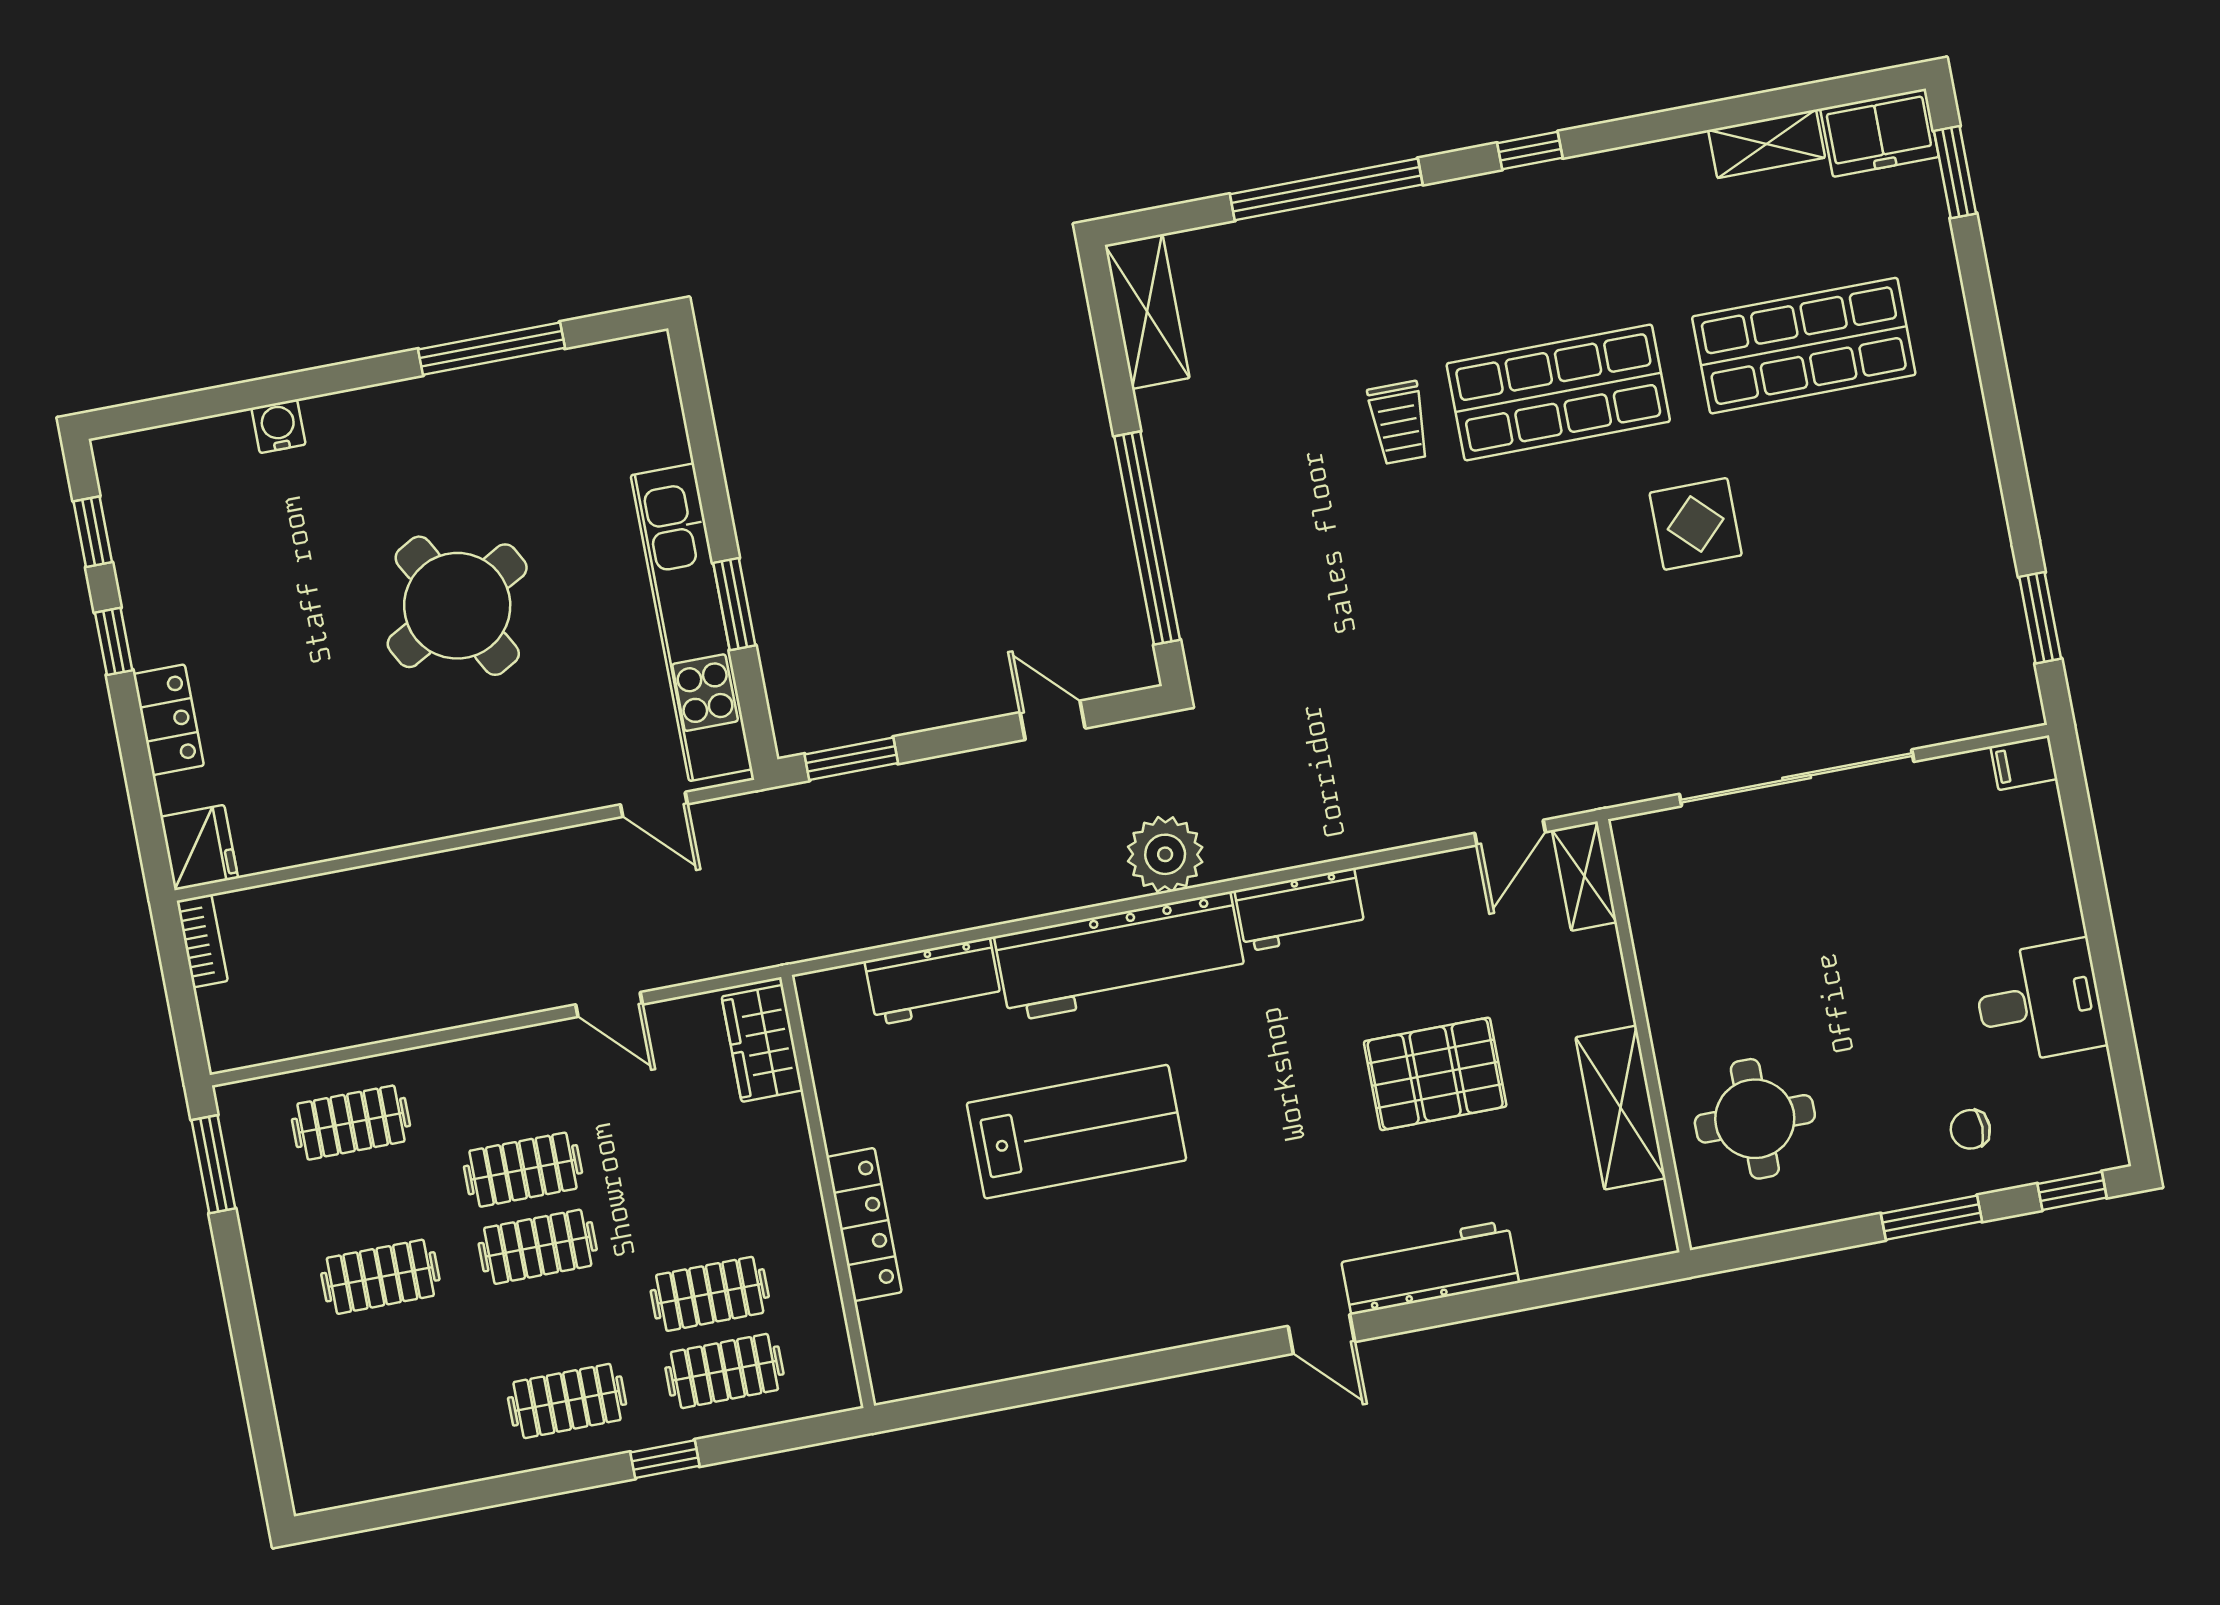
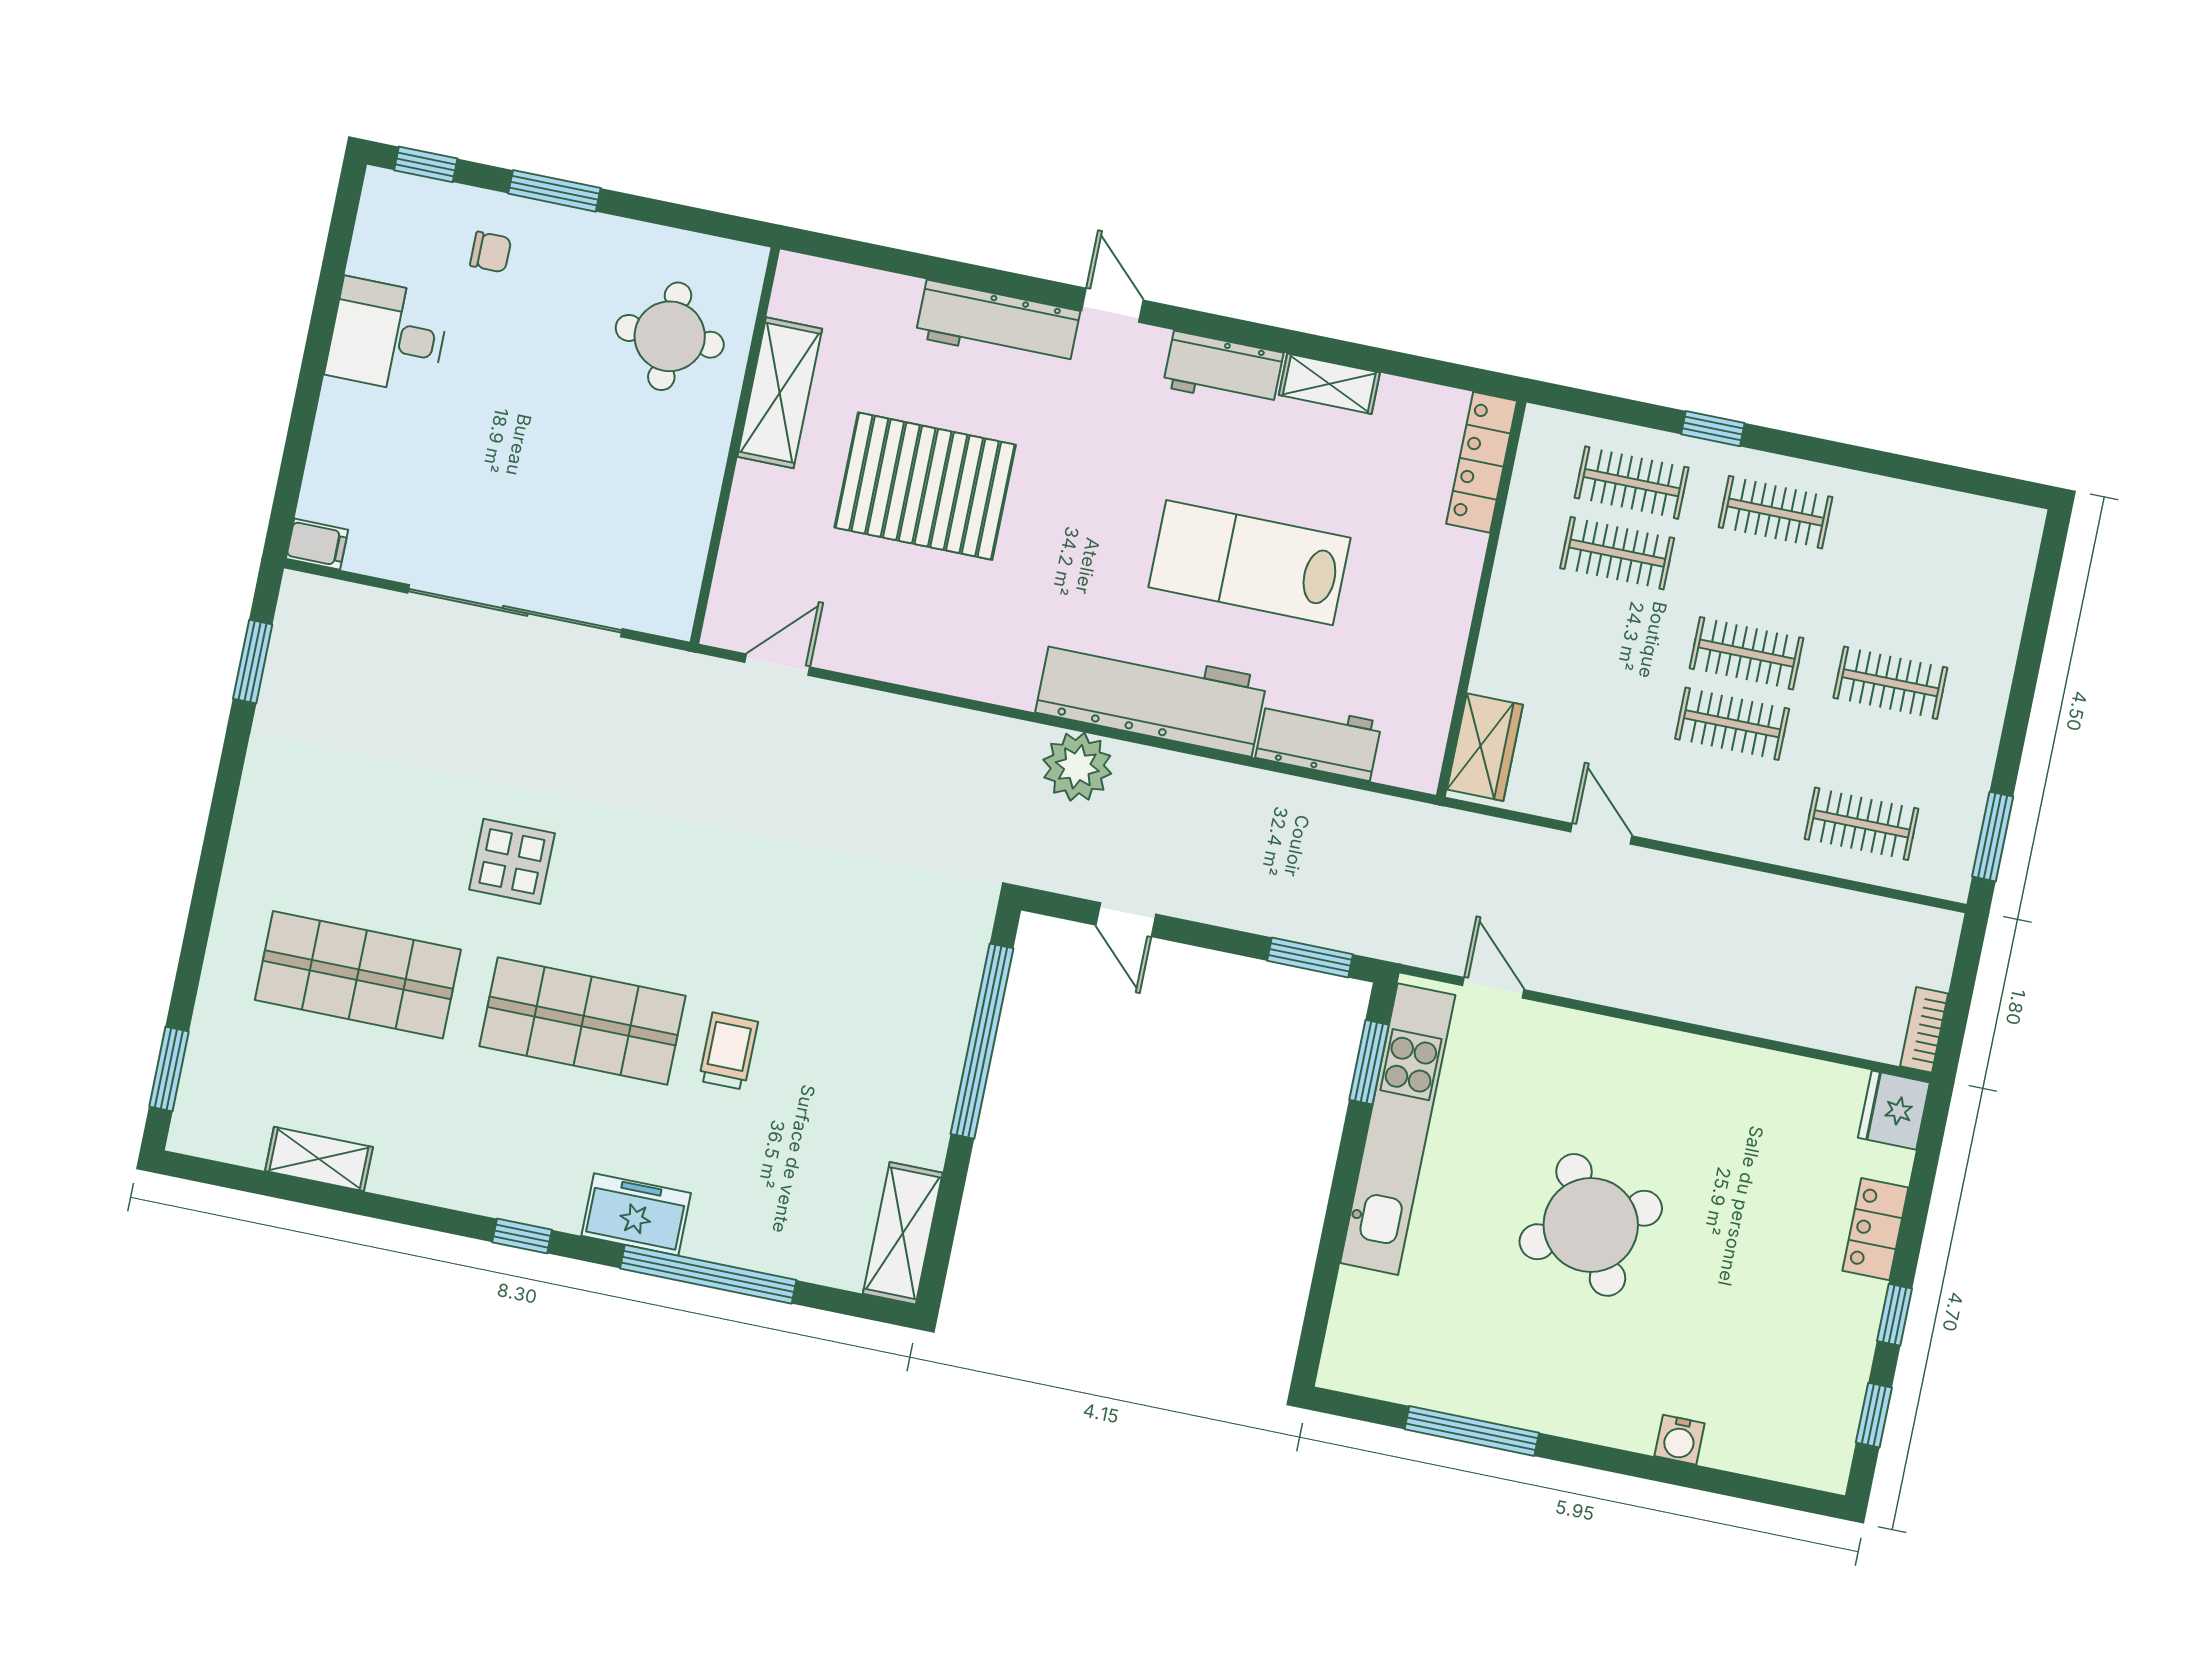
freezer: (1879, 133) -> (636, 1214), moved
window: (734, 604) -> (1369, 1062), moved
shelving: (1584, 876) -> (1329, 384), moved, turned 90
workbench: (1300, 910) -> (1223, 370), moved, turned 180
pallet: (1435, 1074) -> (925, 486), width x1.37, depth x1.41
locker: (864, 1225) -> (1482, 462), moved

